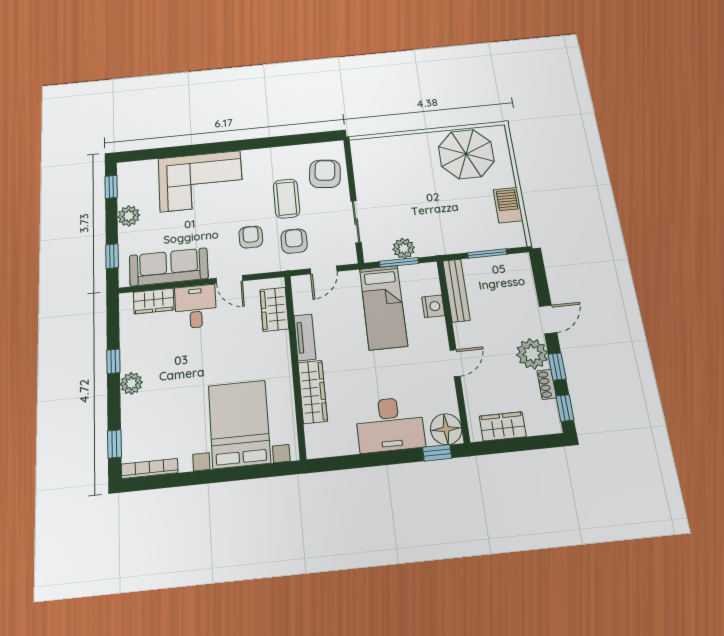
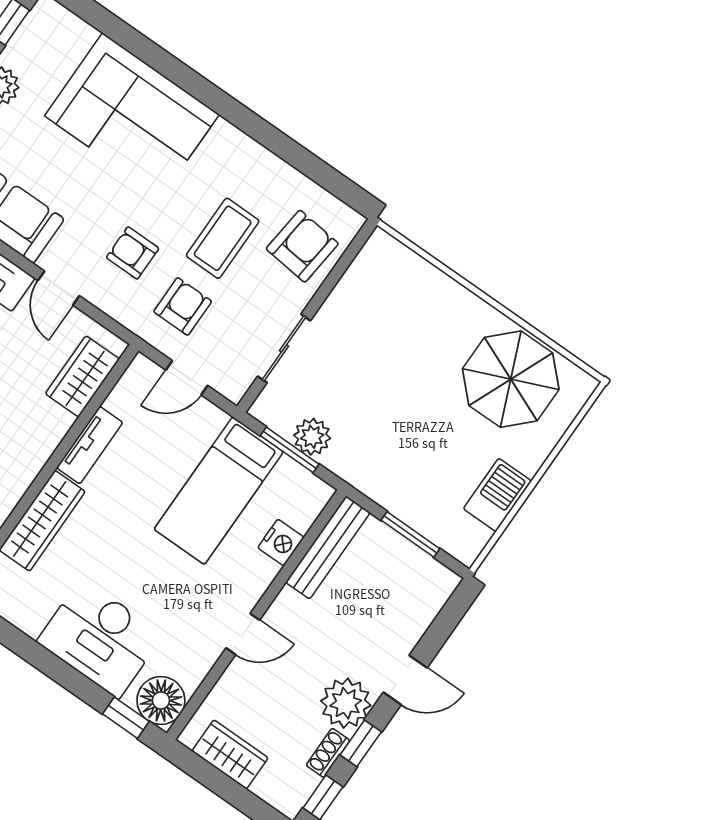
armchair: (251, 237) -> (133, 253), turned -90

